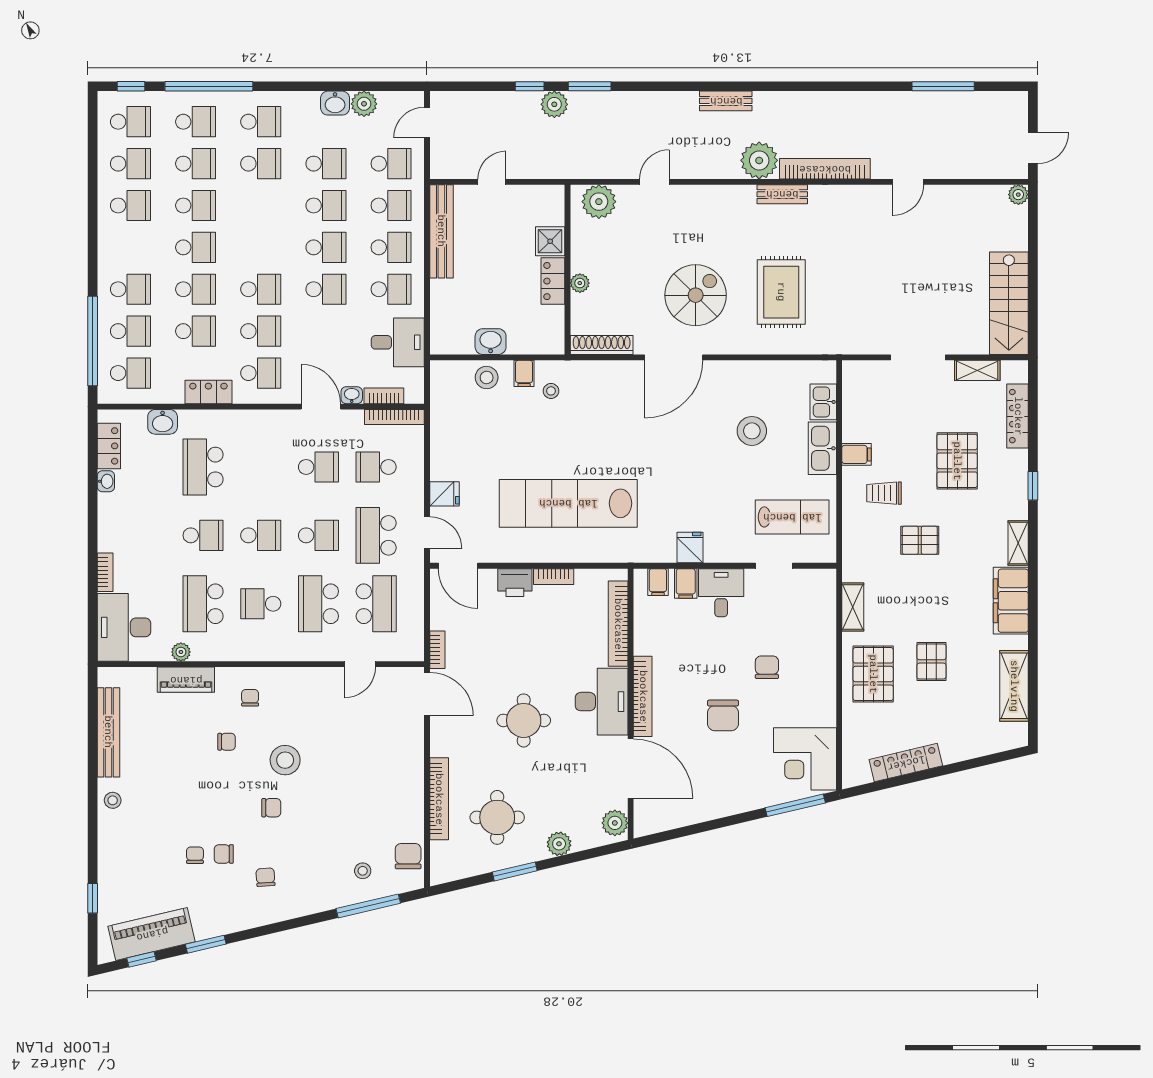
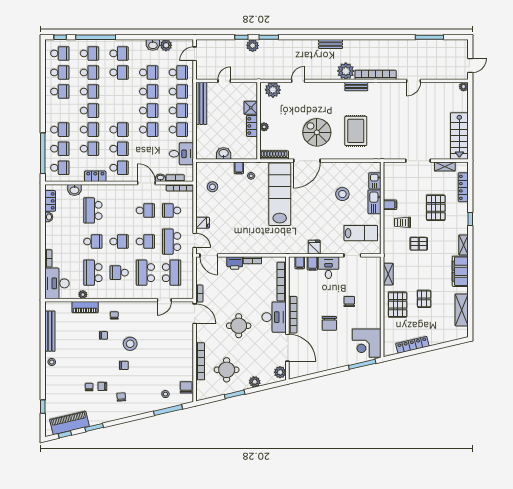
spiral stairs: (696, 295) -> (317, 132), turned -90
stool: (487, 377) -> (212, 187), moved
lab bench: (568, 503) -> (280, 194), moved, turned 90

